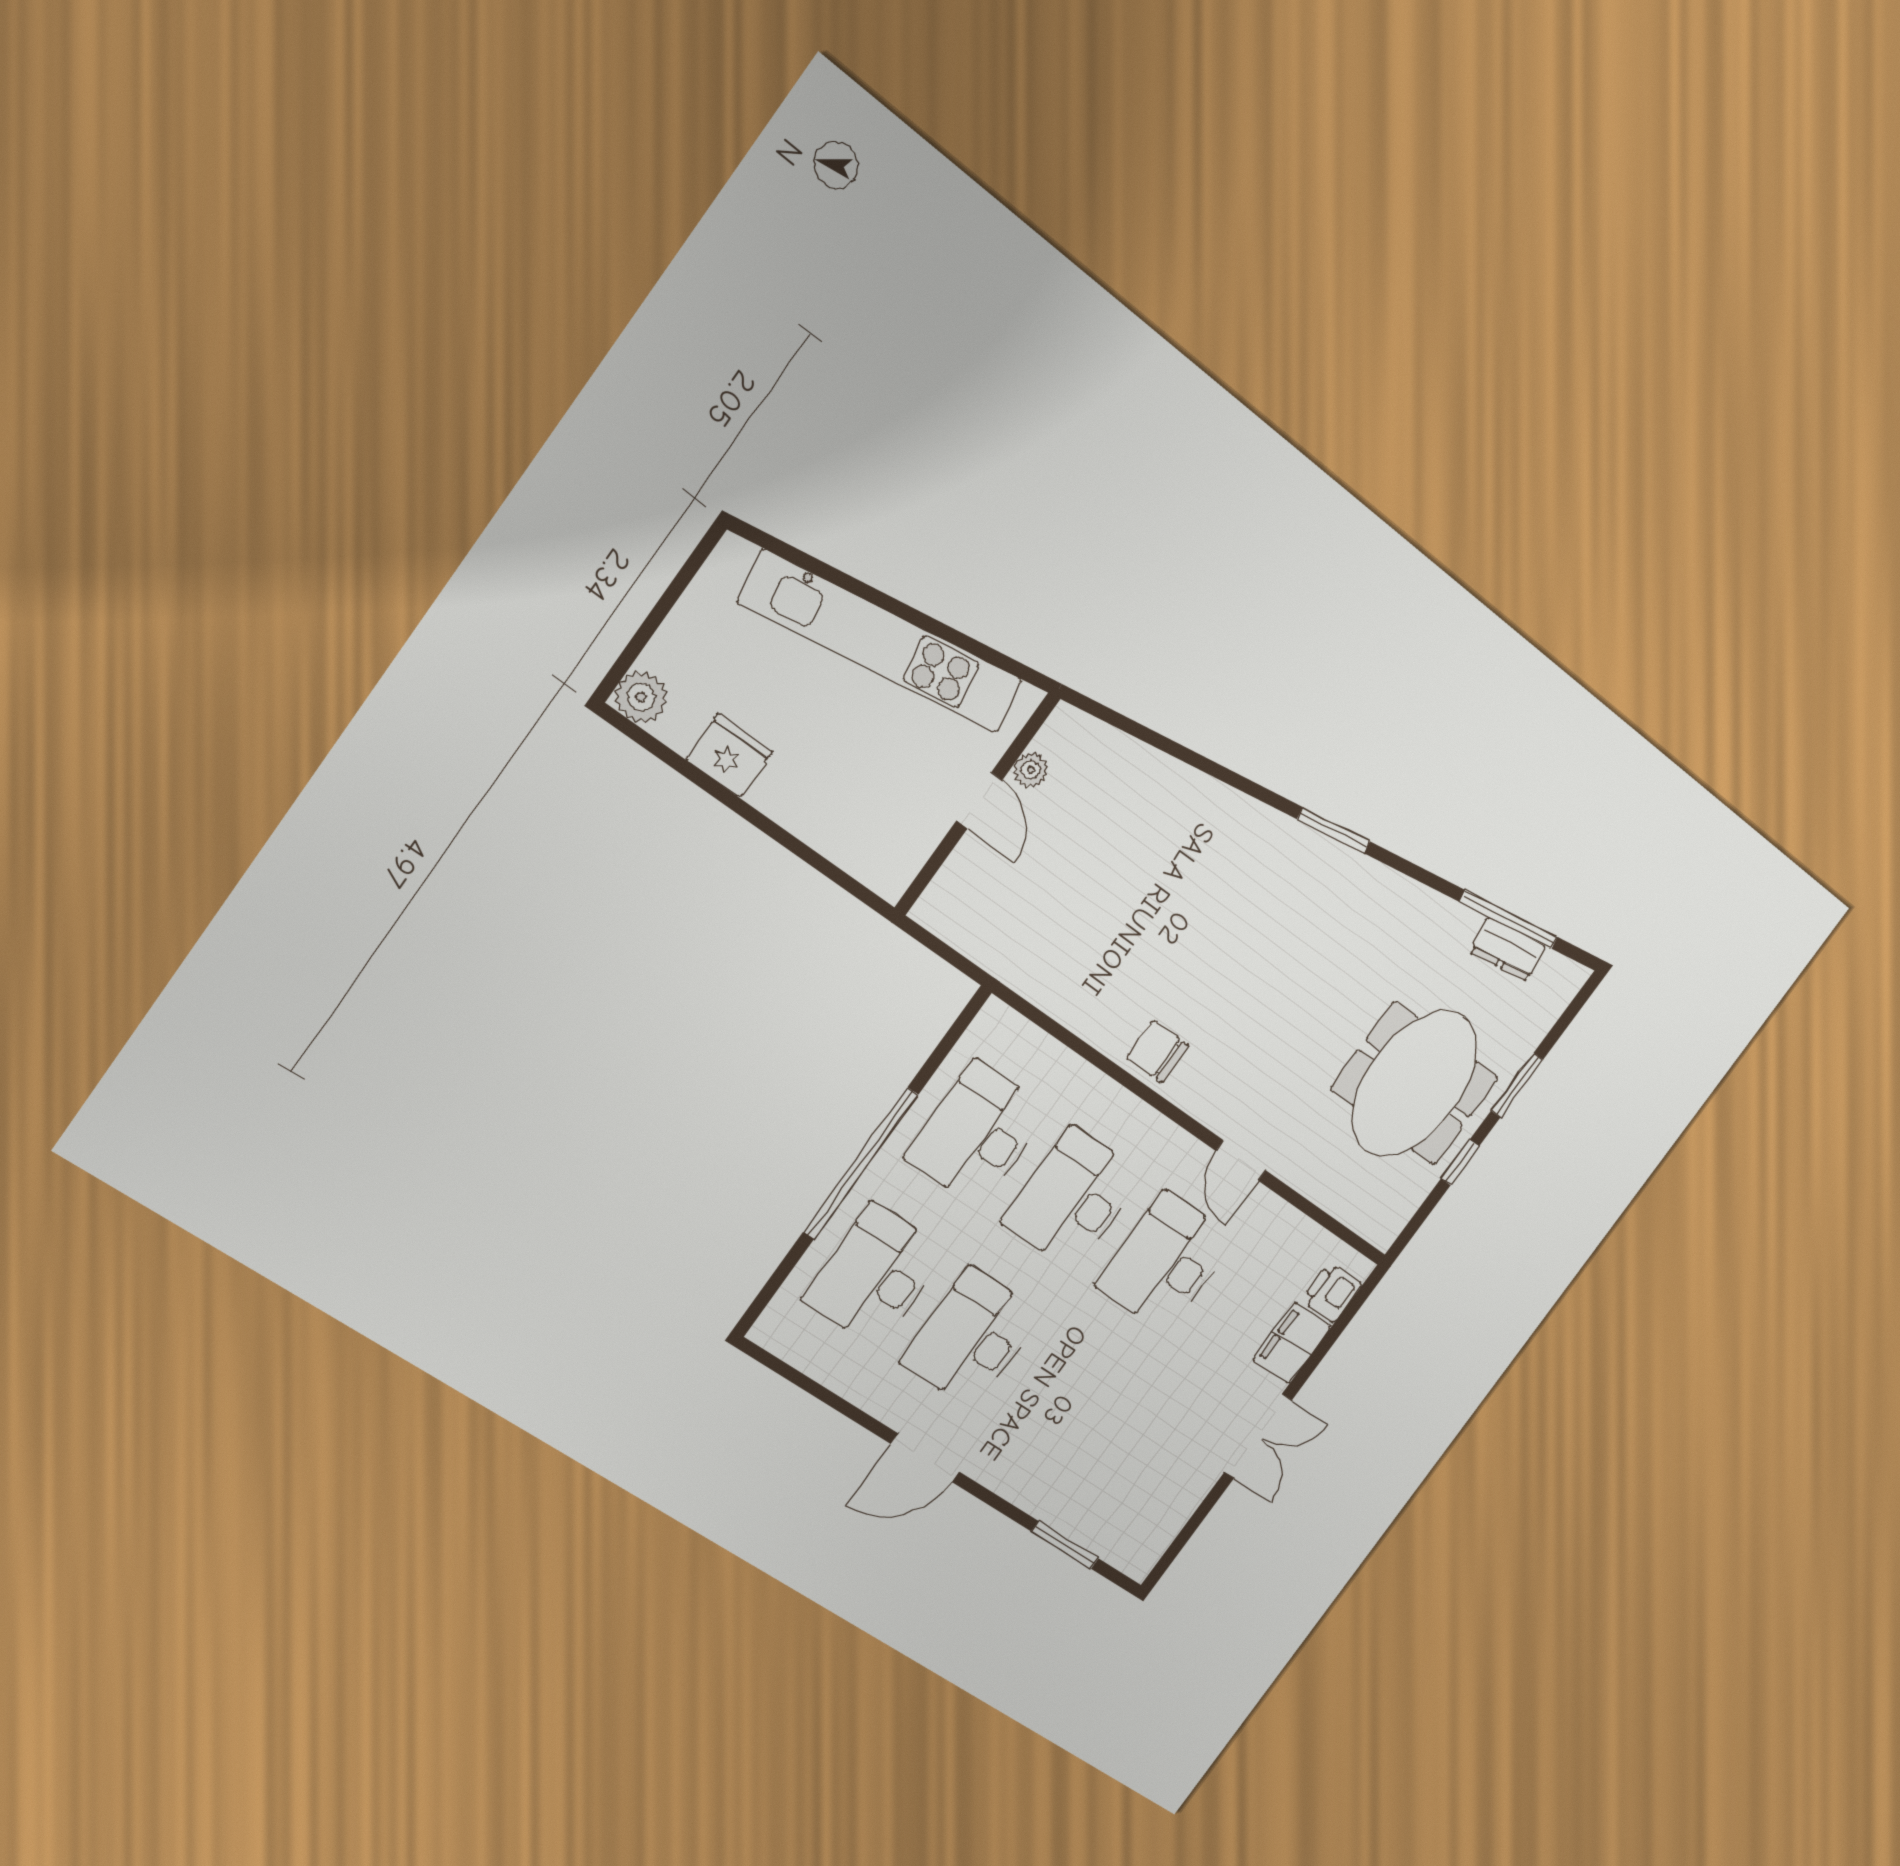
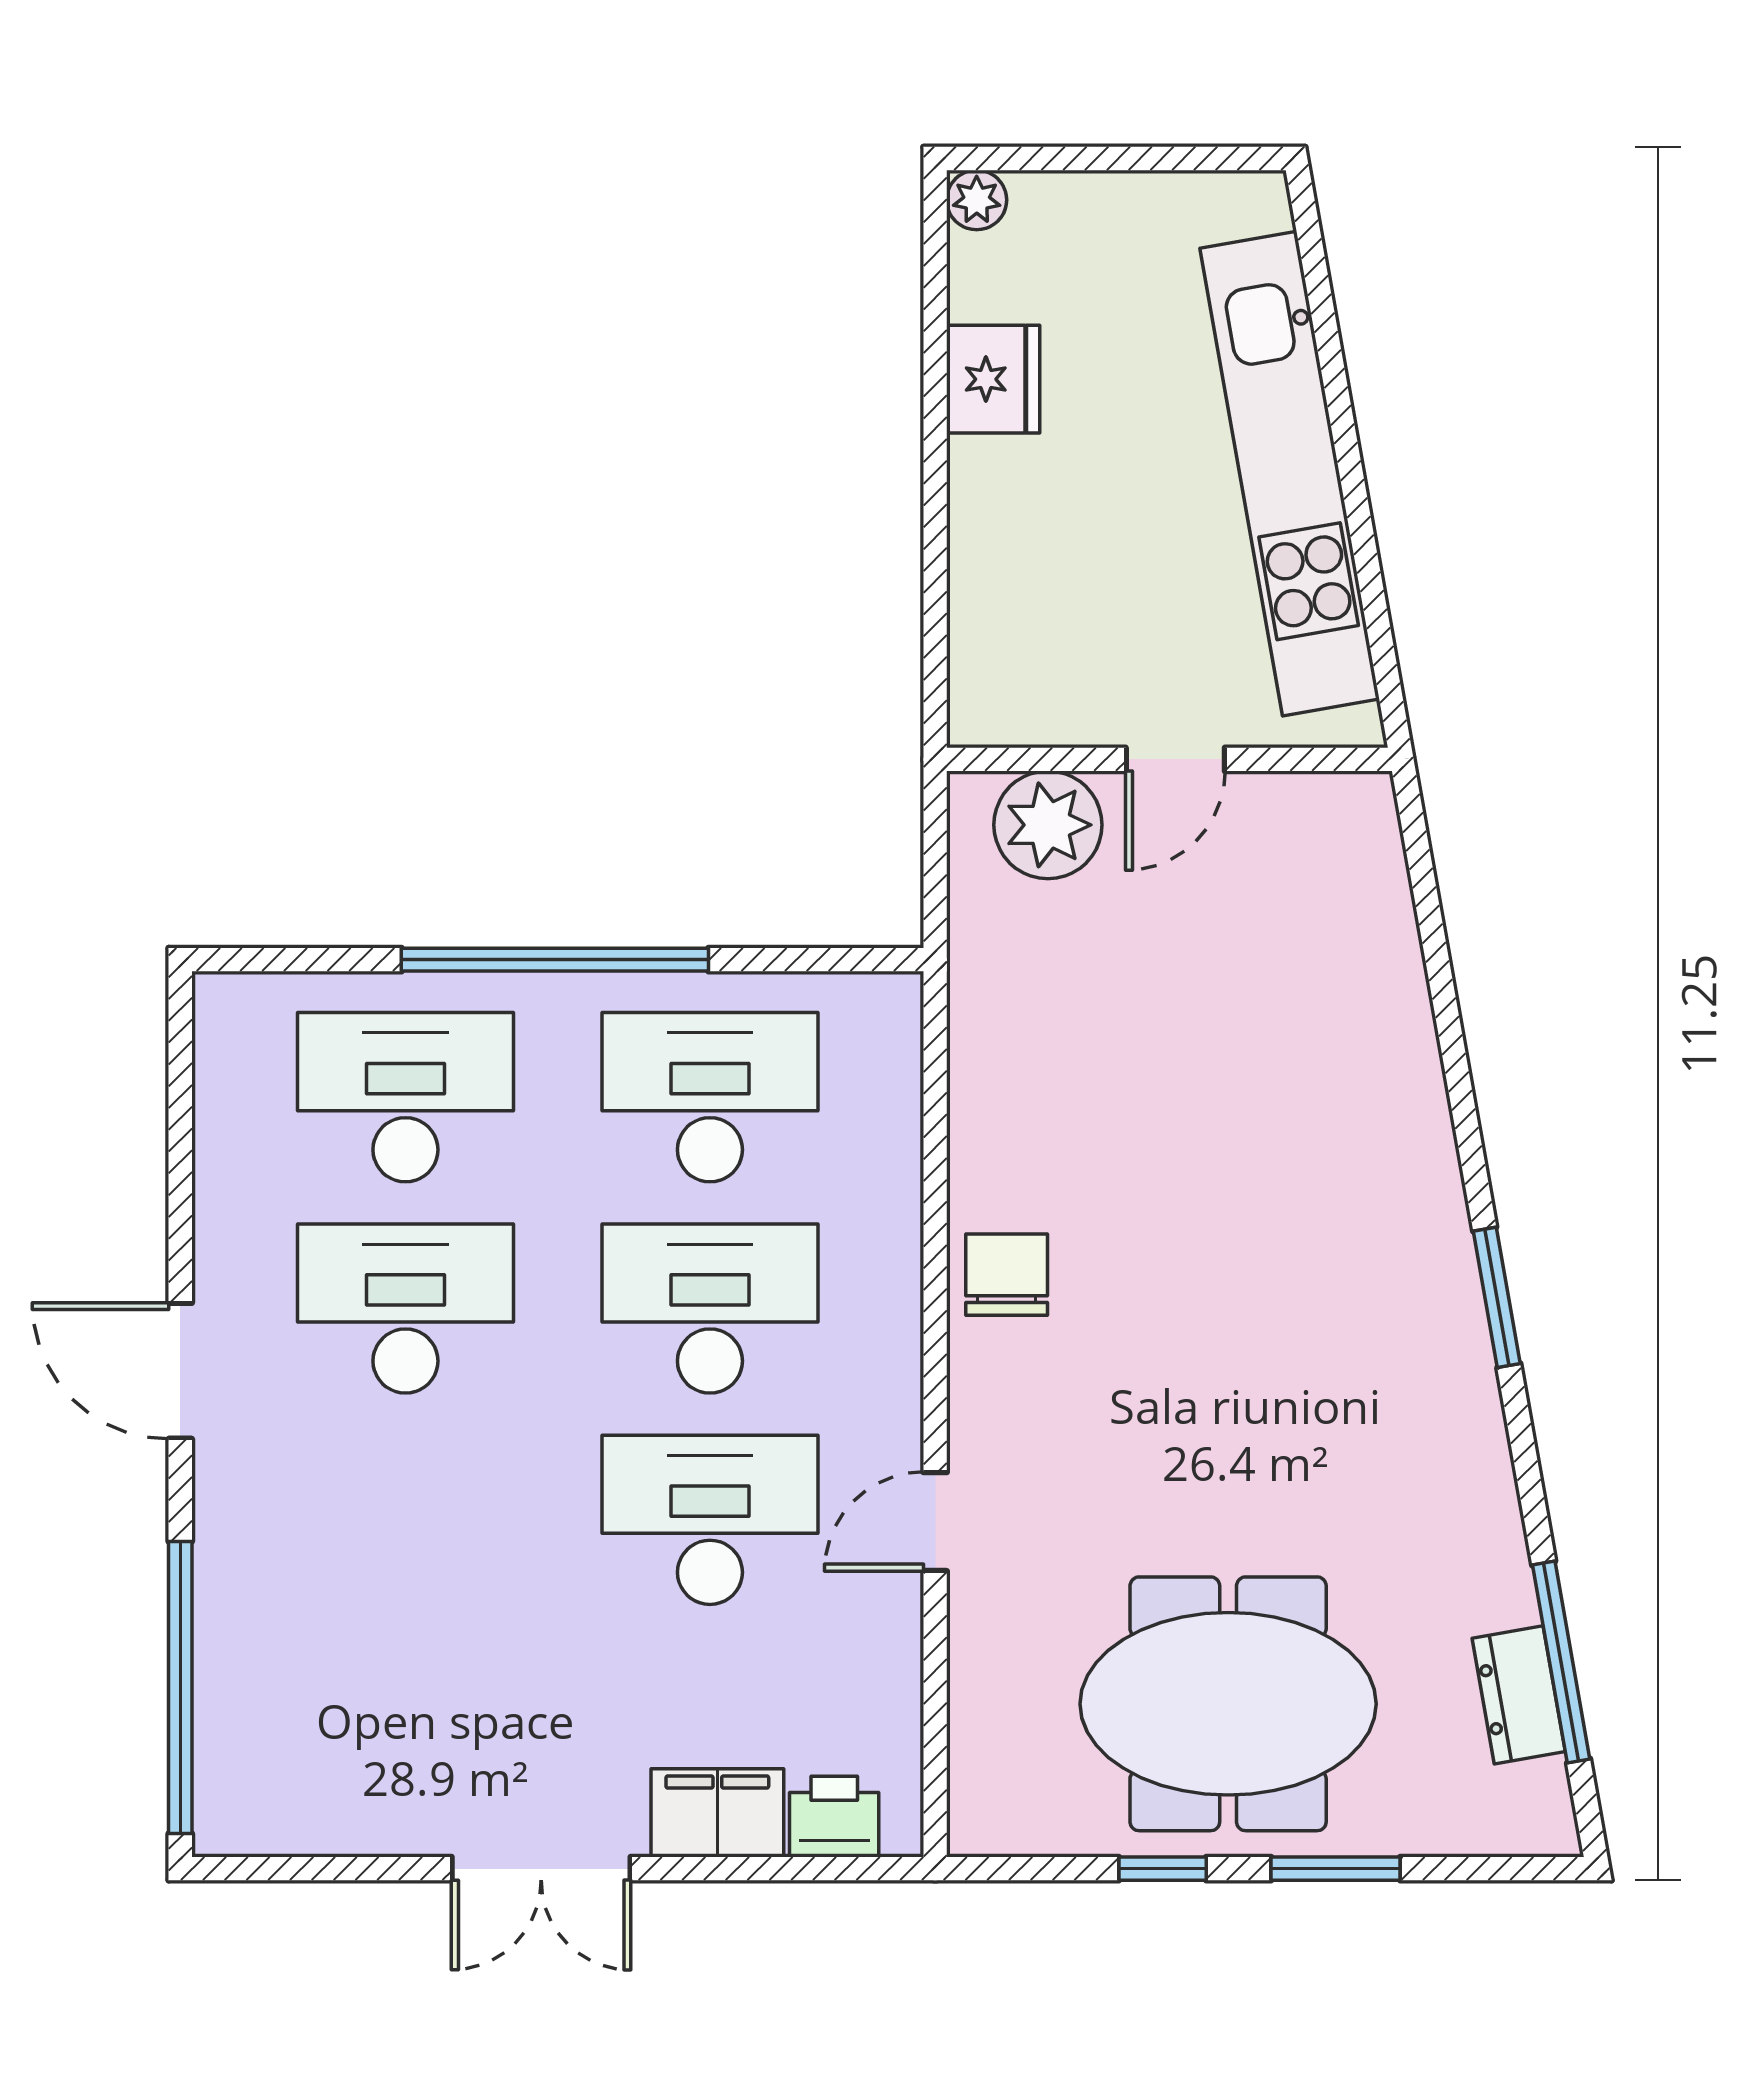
plant: (641, 697) -> (977, 200), width x0.73, depth x0.73
plant: (1031, 770) -> (1048, 825), moved, width x1.87, depth x1.87
window: (1065, 1545) -> (180, 1687), width x2.11

